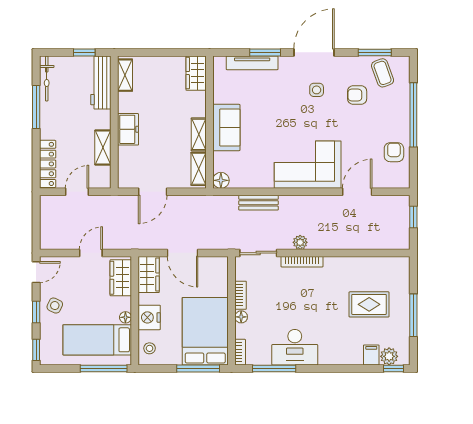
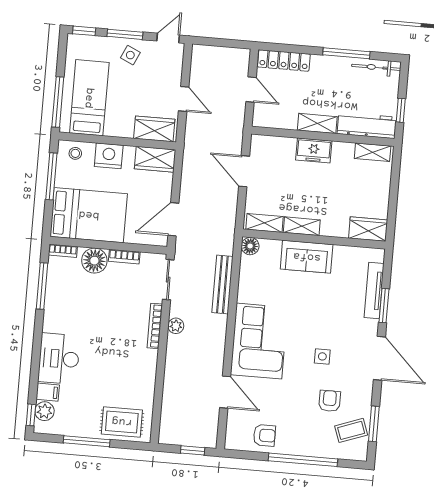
side table: (317, 90) -> (322, 356), moved
shelving: (103, 148) -> (317, 123), moved
bench: (259, 203) -> (222, 285), width x1.36
door: (183, 253) -> (173, 219), moved
door: (36, 272) -> (168, 38), swing flipped
rug: (369, 304) -> (122, 422), moved, turned 90
window: (36, 312) -> (125, 34), width x1.50
floor lamp: (125, 317) -> (111, 130), removed
floor lamp: (241, 317) -> (94, 261), width x1.89, depth x1.89
desk: (295, 347) -> (59, 359), moved
window: (198, 369) -> (51, 176), moved

